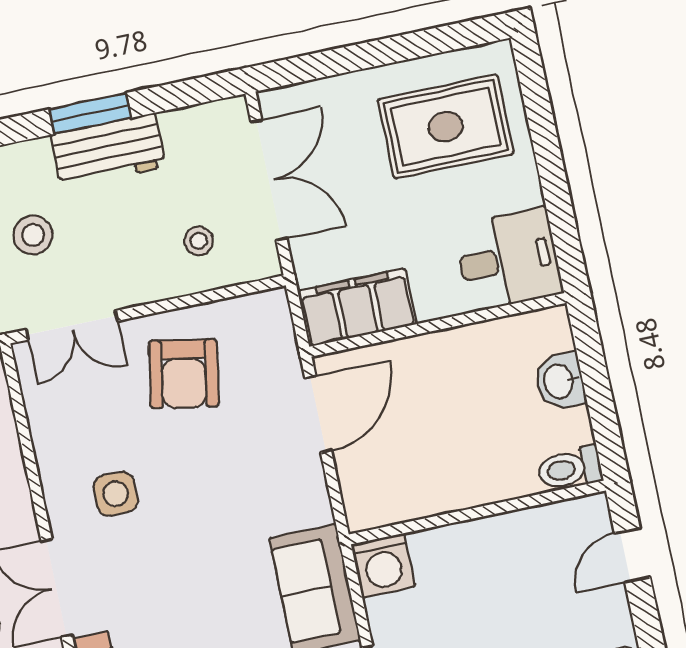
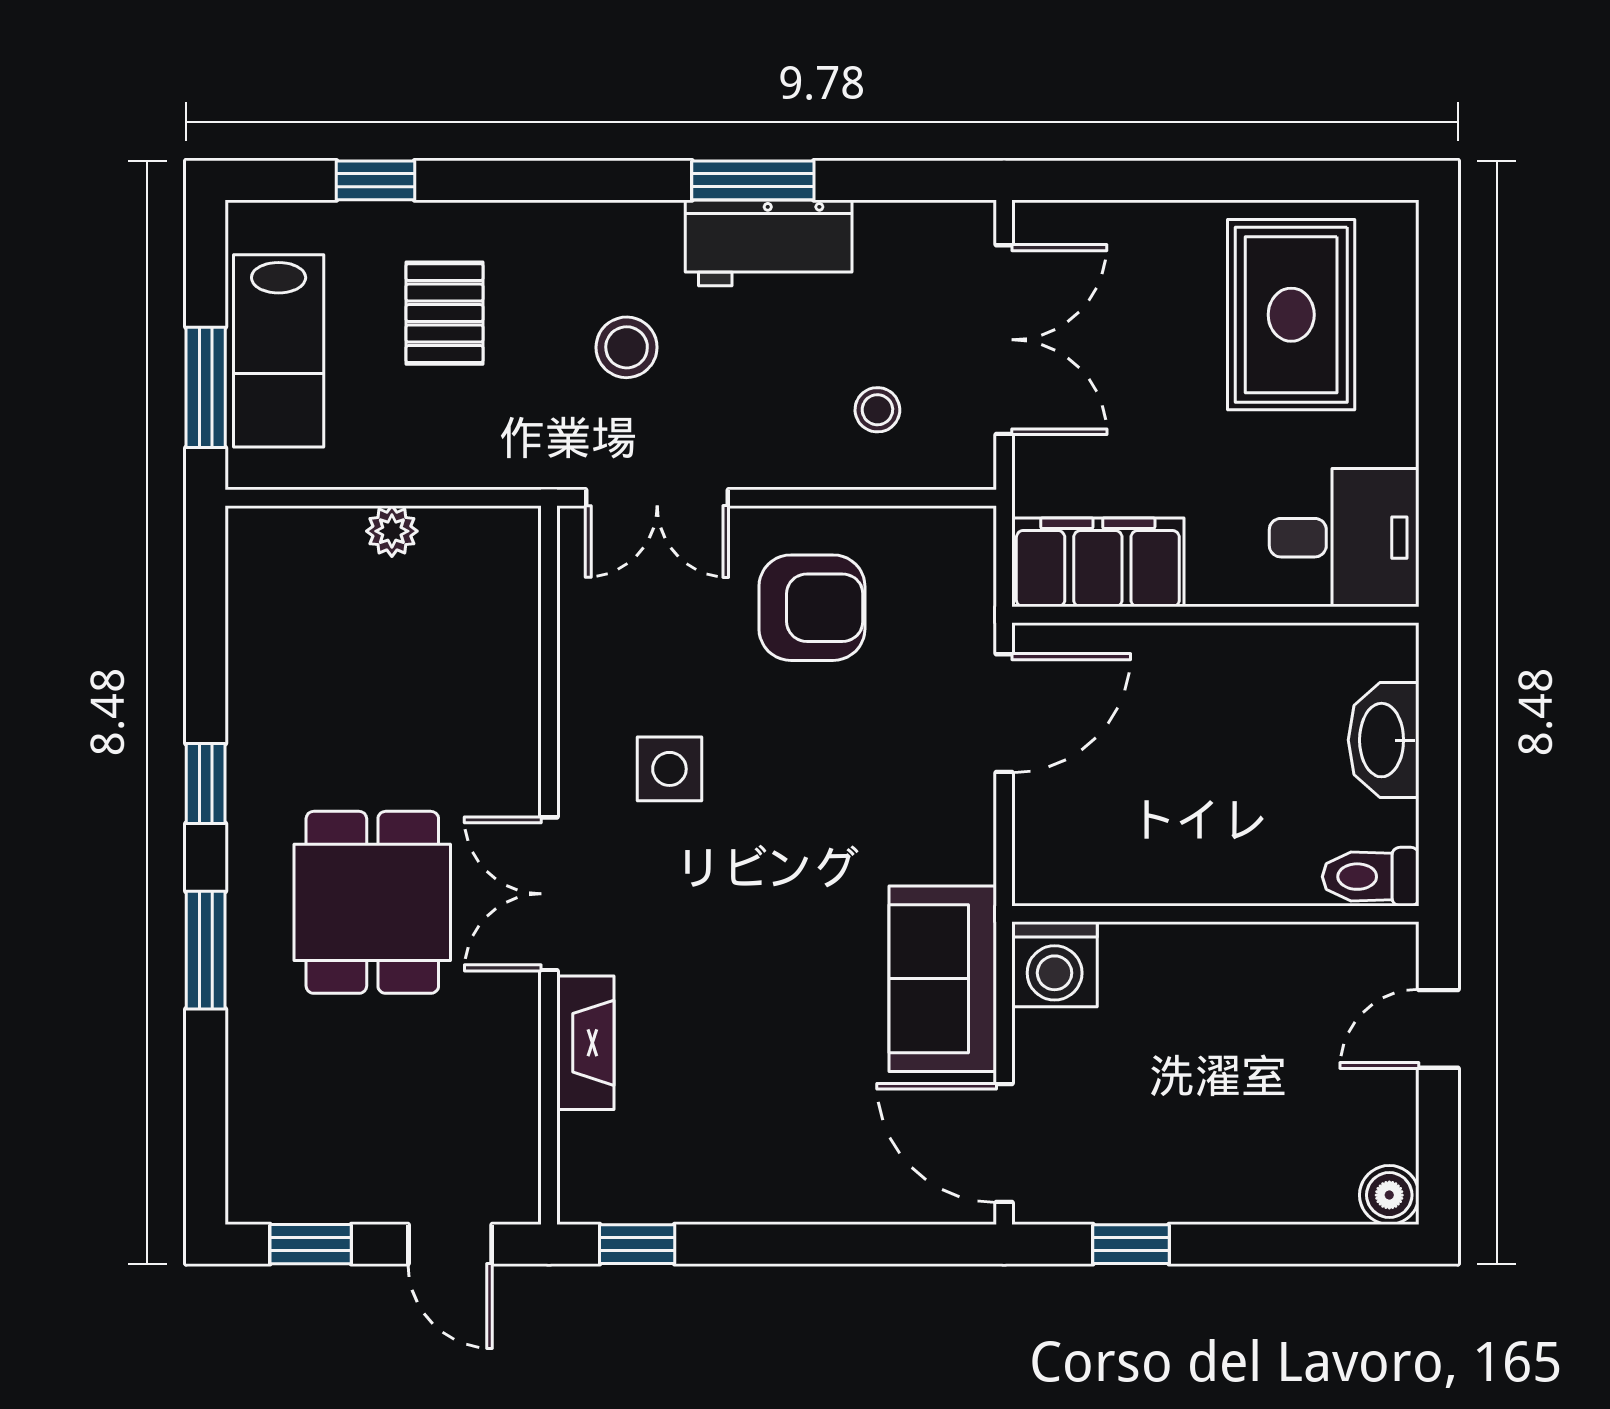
rug: (446, 127) -> (1291, 315), turned 90
armchair: (184, 374) -> (812, 608), turned -100
washbasin: (560, 381) -> (1384, 740), width x1.38

